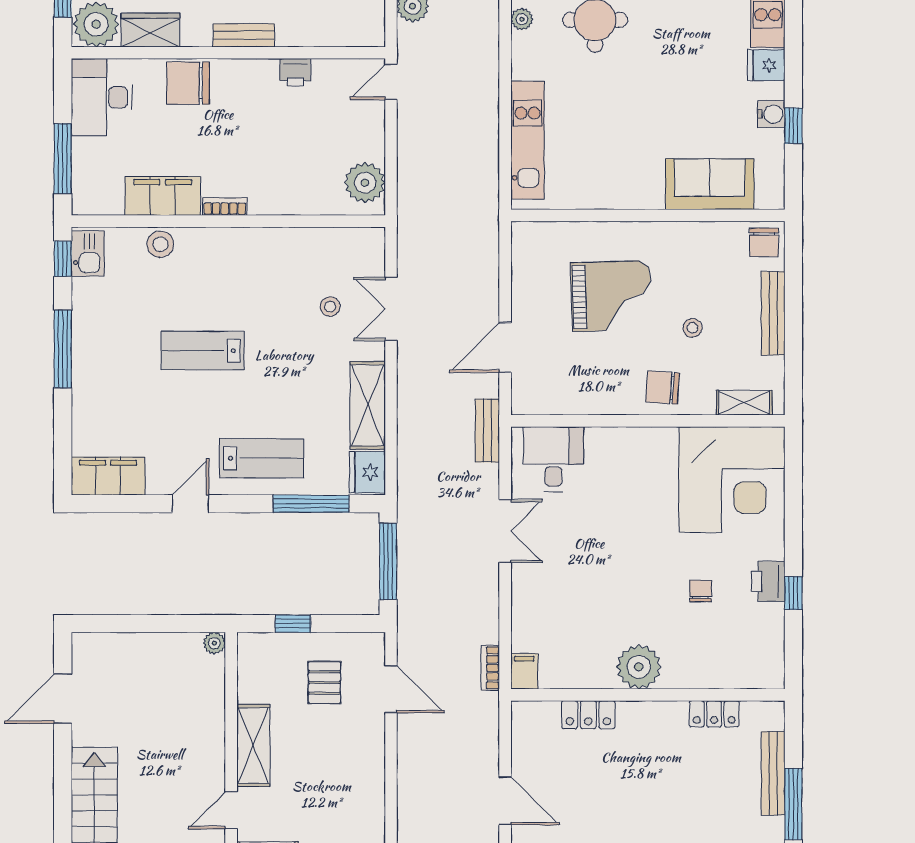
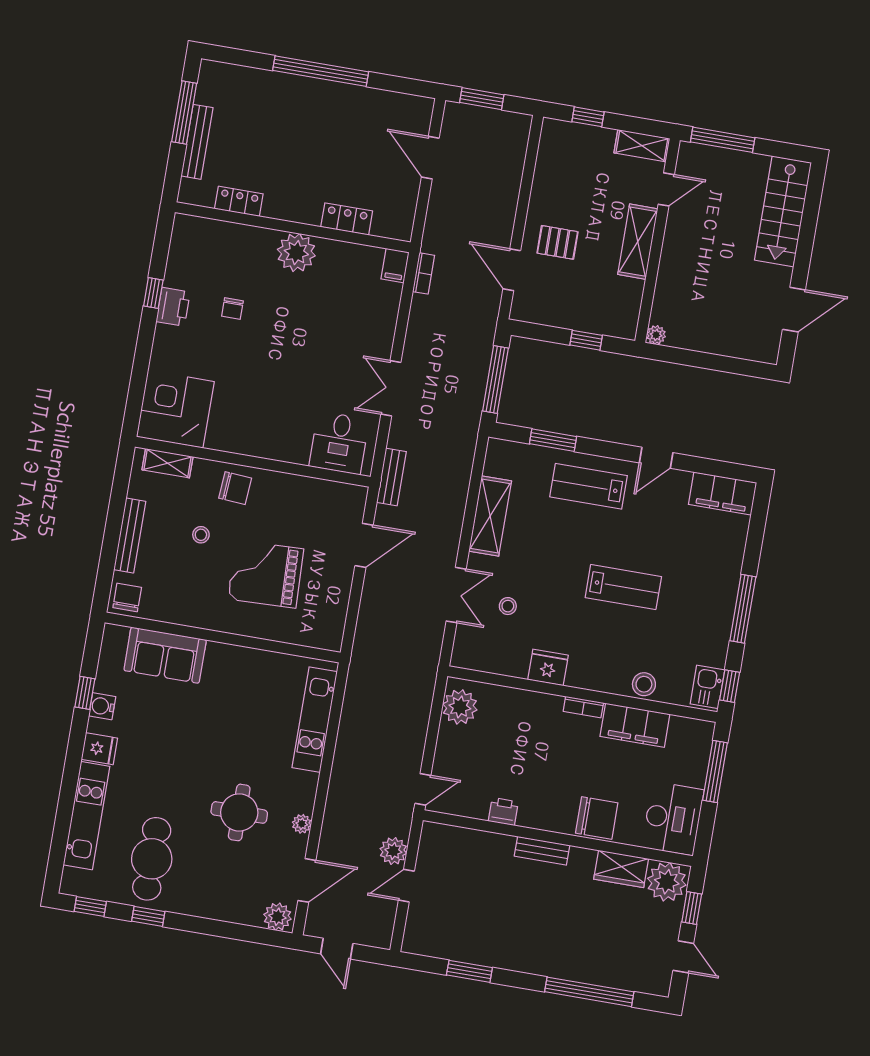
fridge: (367, 472) -> (548, 667), moved, turned -90
corner desk: (732, 480) -> (175, 409), width x0.74, depth x0.74
window: (311, 504) -> (553, 440), width x0.69
pallet: (324, 683) -> (558, 242), moved, turned 90

